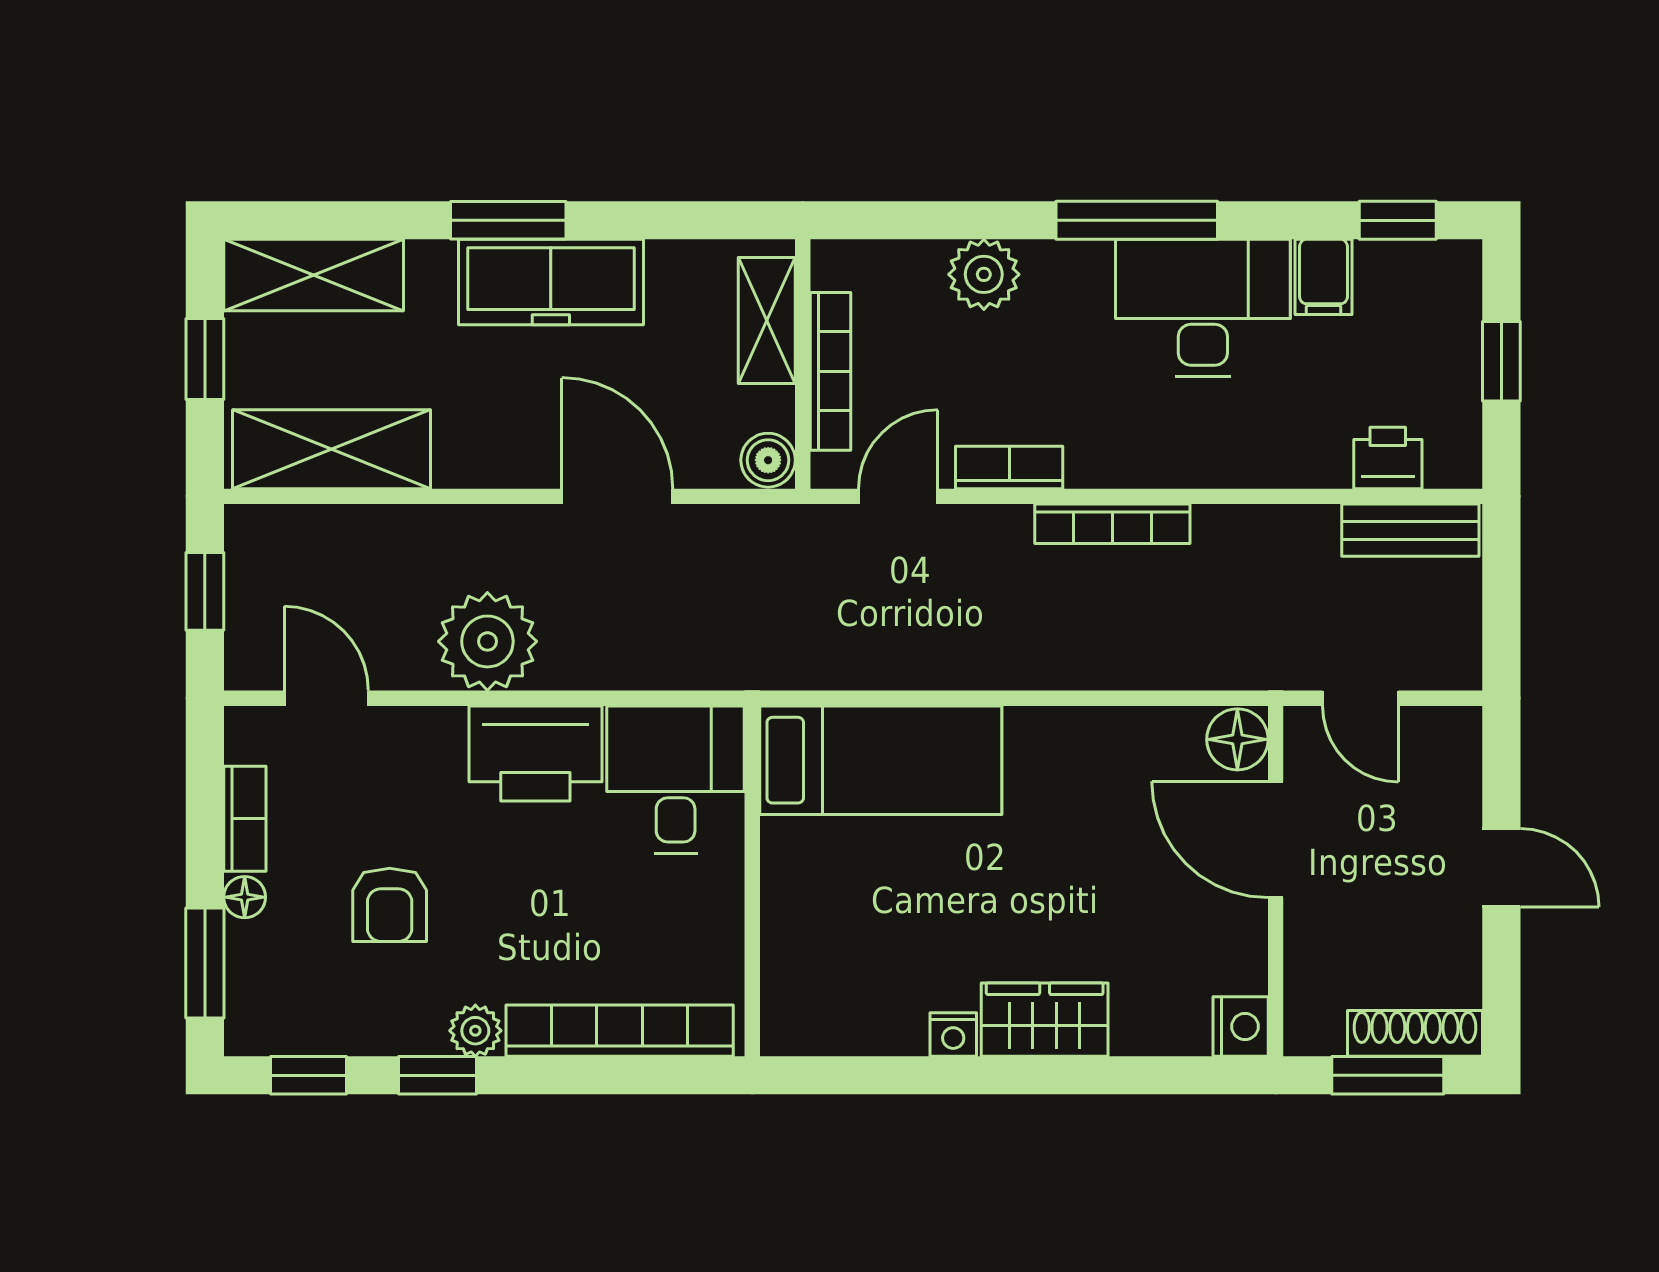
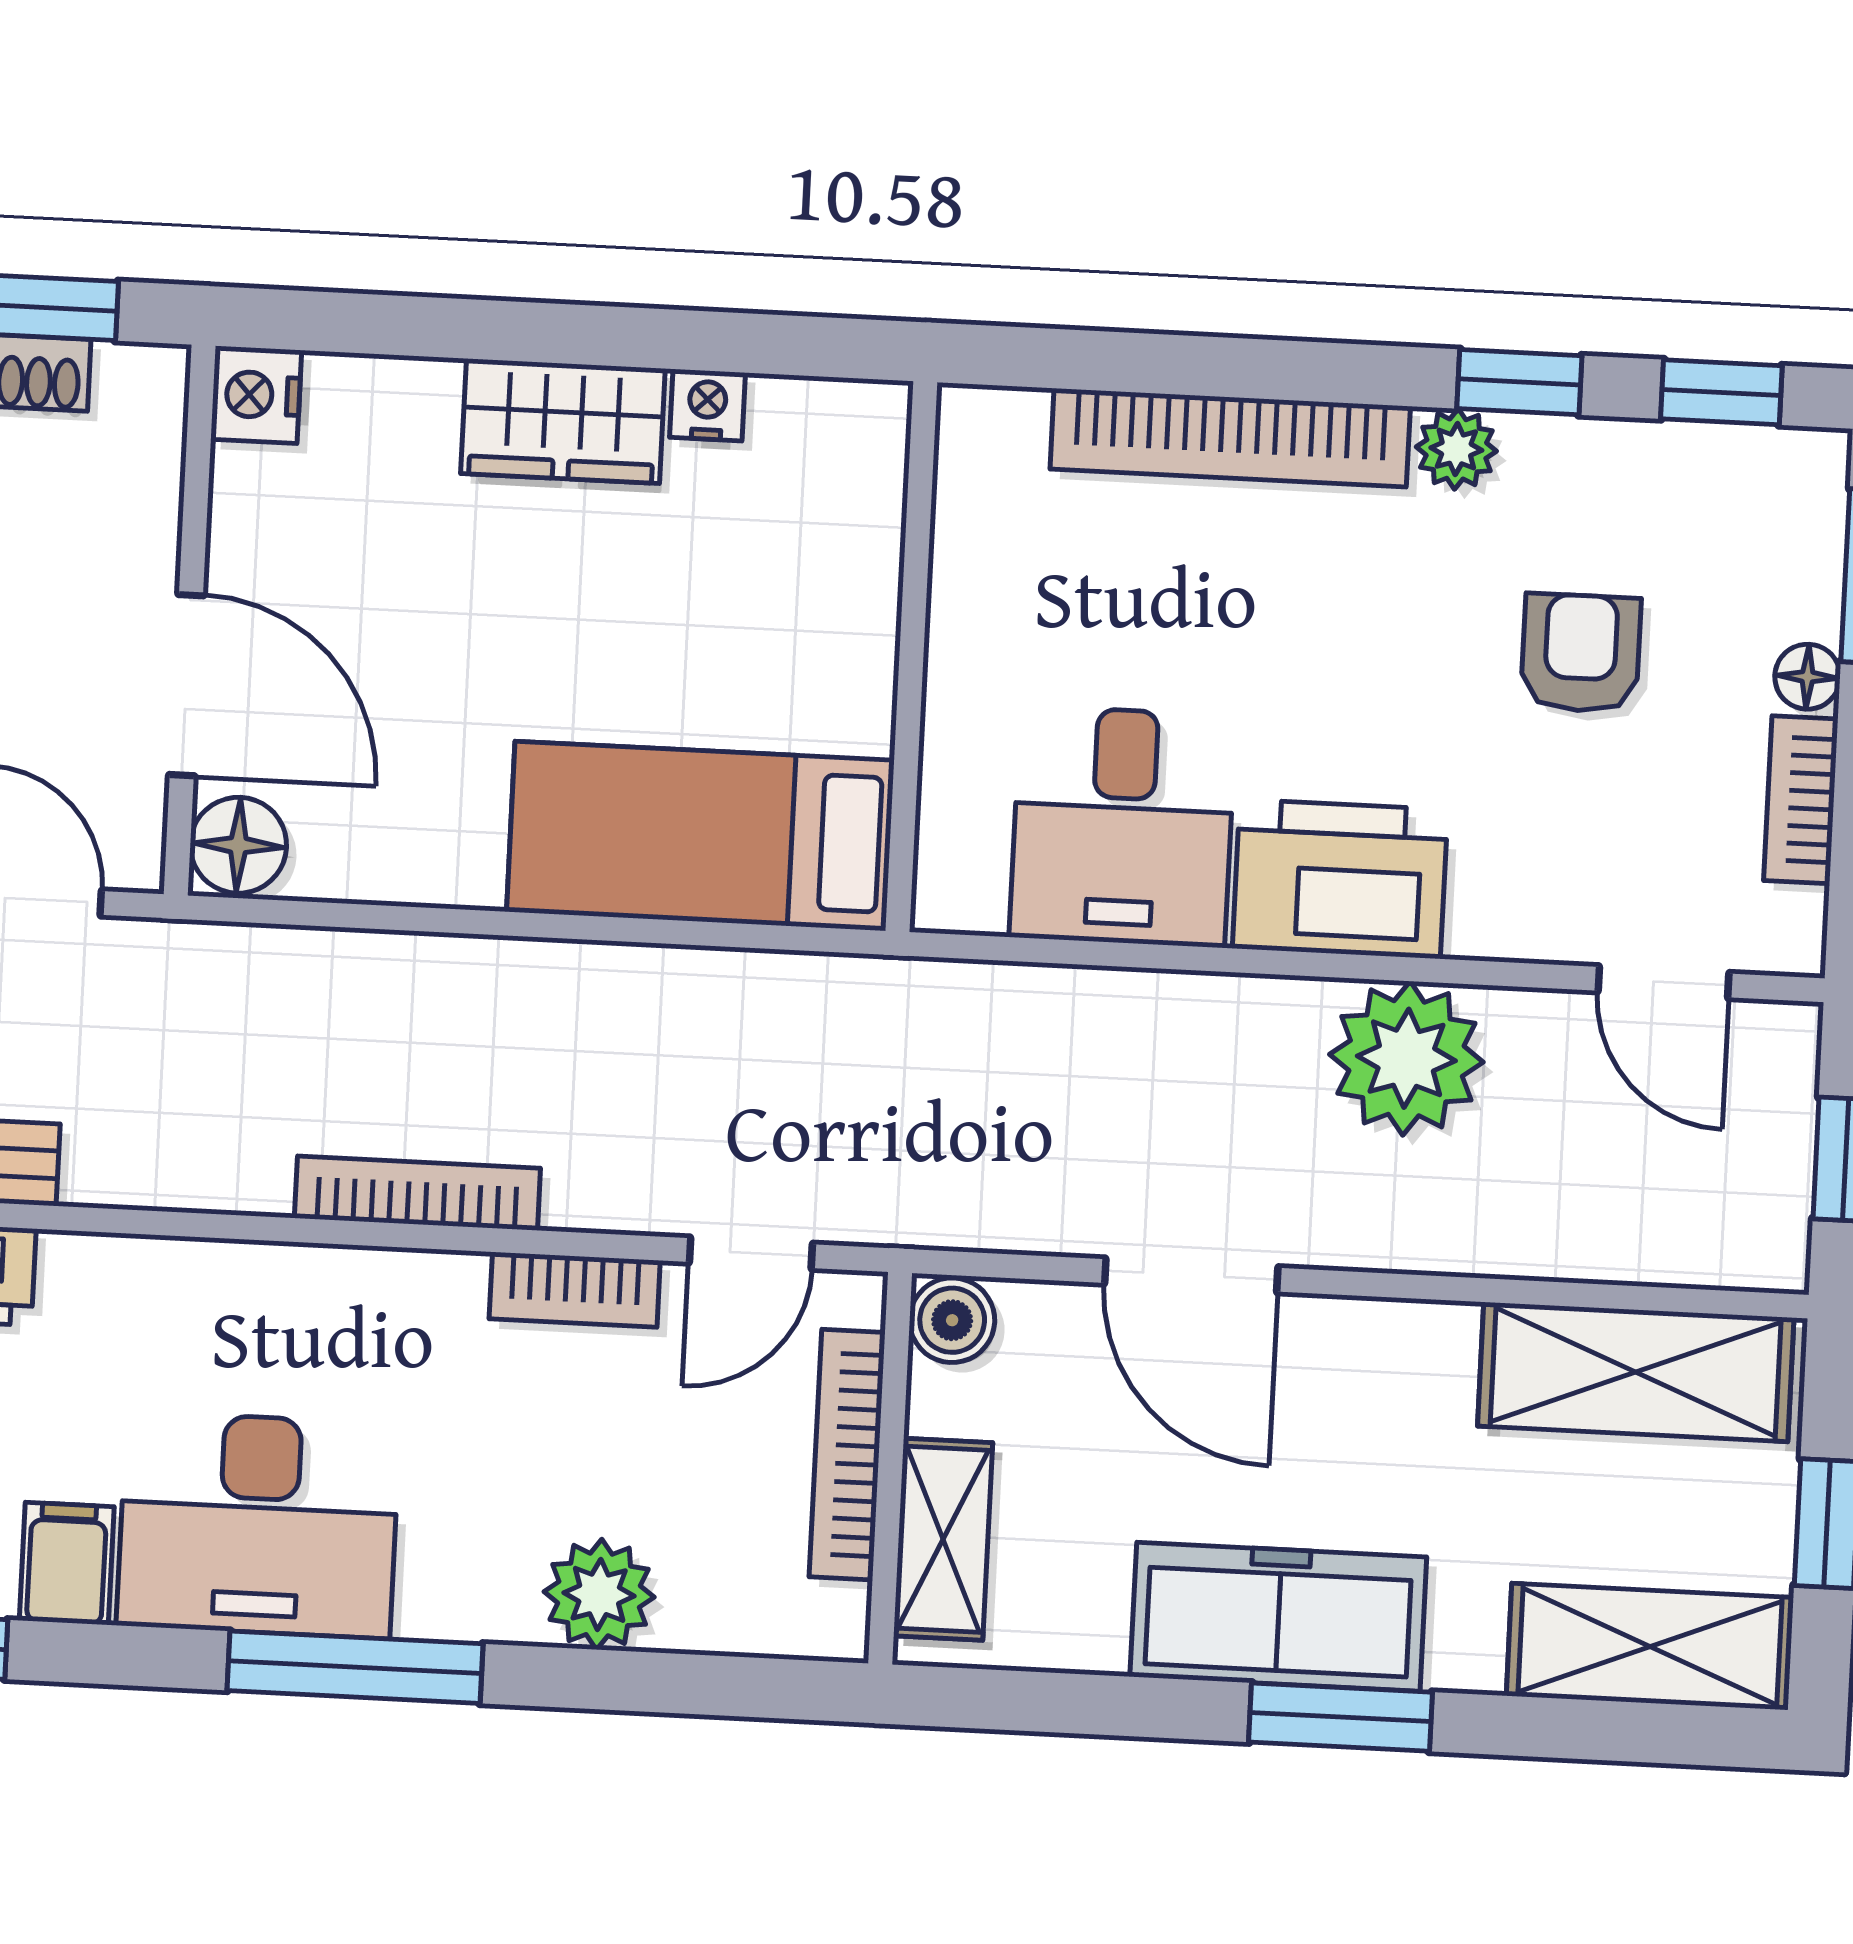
bed: (881, 760) -> (700, 836), moved
wall: (752, 881) -> (911, 657), moved

